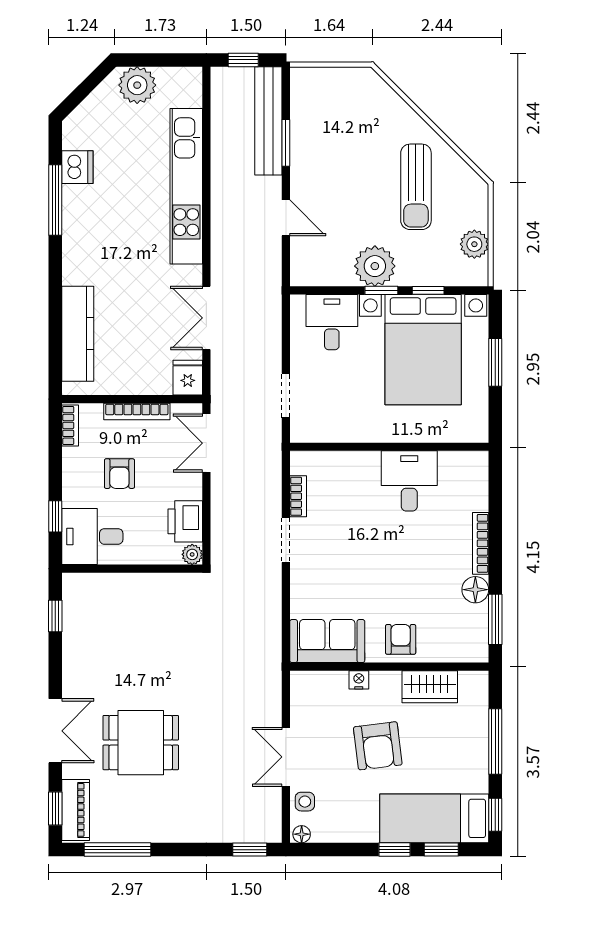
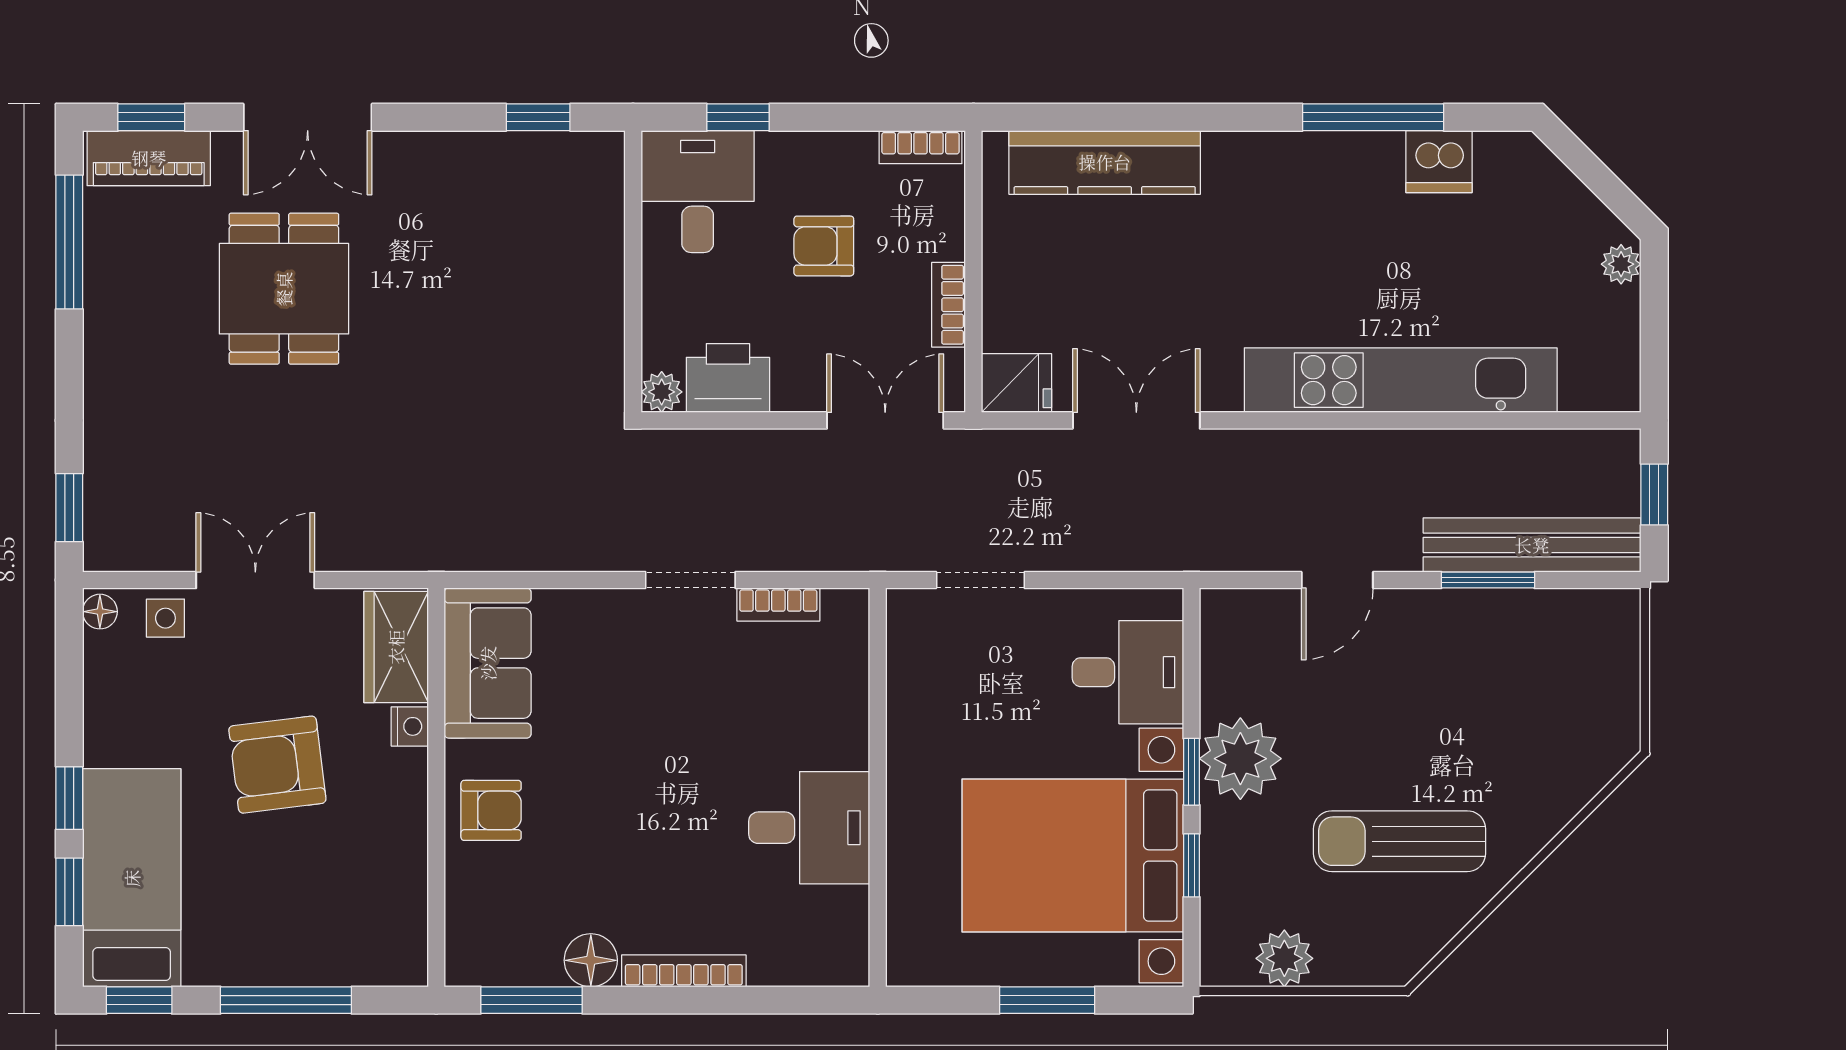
plant: (137, 85) -> (1621, 264), width x0.53, depth x0.53
bookcase: (137, 411) -> (949, 305), width x0.64
wardrobe: (430, 687) -> (396, 647), moved

